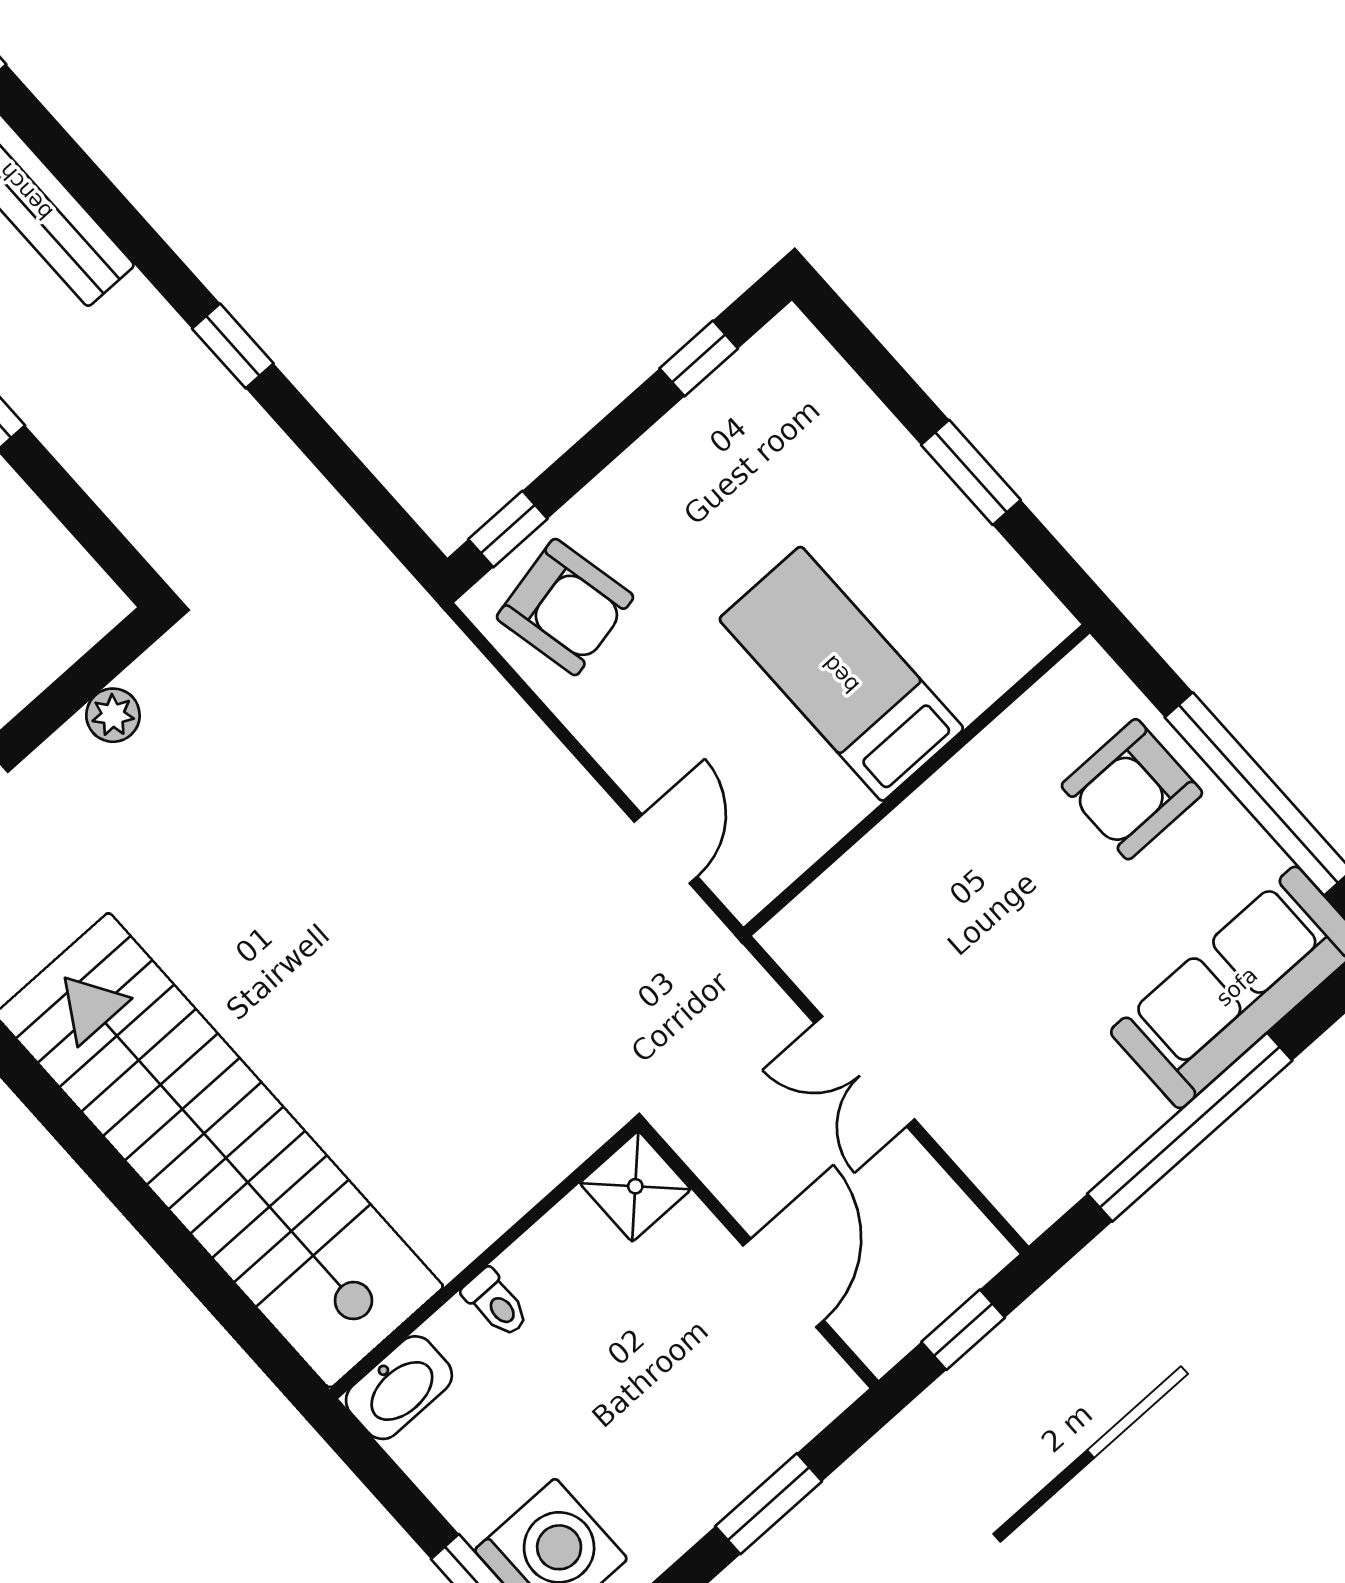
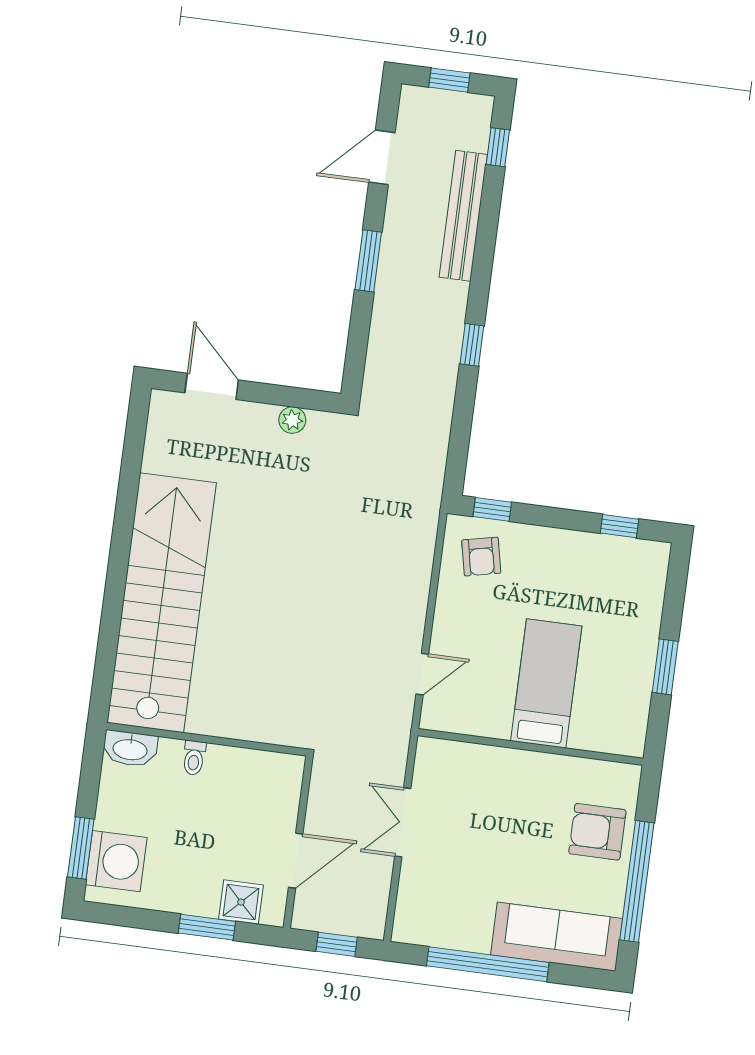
armchair: (565, 607) -> (481, 557), width x0.72, depth x0.72
shower: (635, 1186) -> (241, 902), moved

